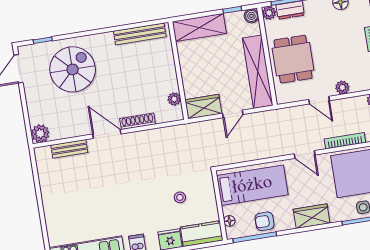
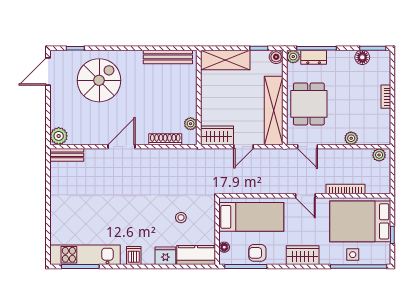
door: (319, 100) -> (307, 147), moved
shoe rack: (138, 121) -> (165, 139), moved
door: (107, 134) -> (122, 147), hinge flipped
bench: (69, 149) -> (67, 155), moved

